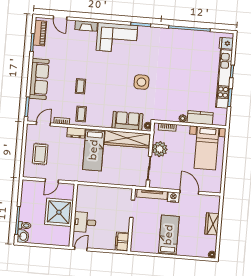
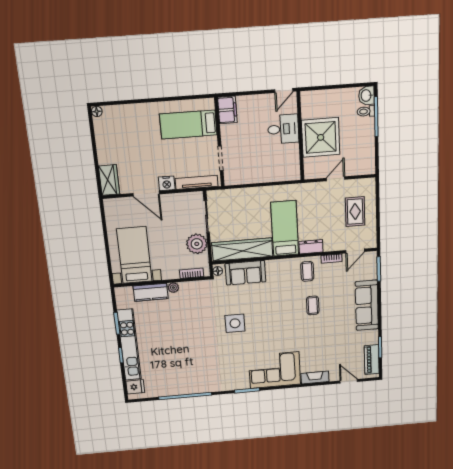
wardrobe: (212, 224) -> (109, 180), moved
bed: (169, 235) -> (188, 125), moved, turned 90

